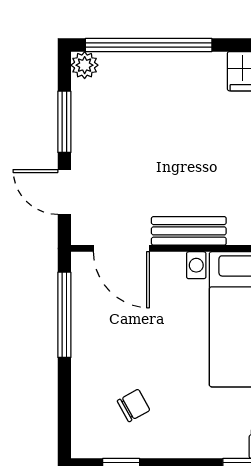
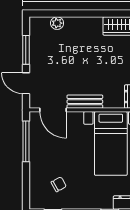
window: (149, 45) -> (66, 14), removed
plant: (85, 65) -> (57, 23), moved

